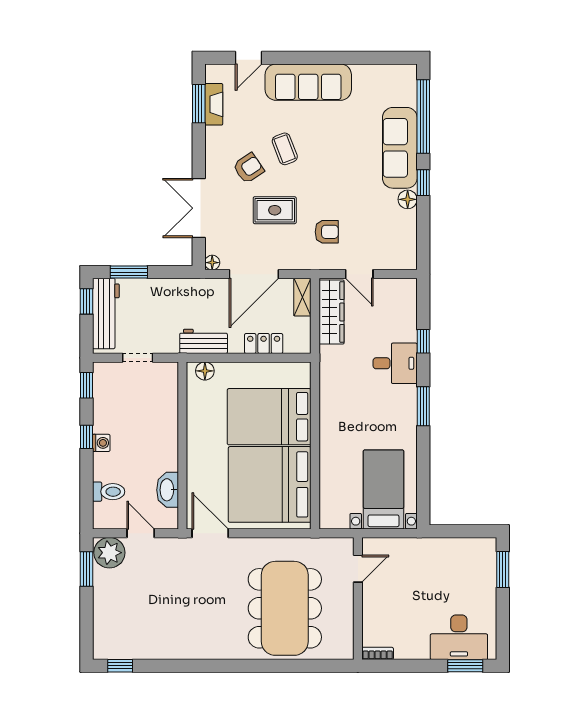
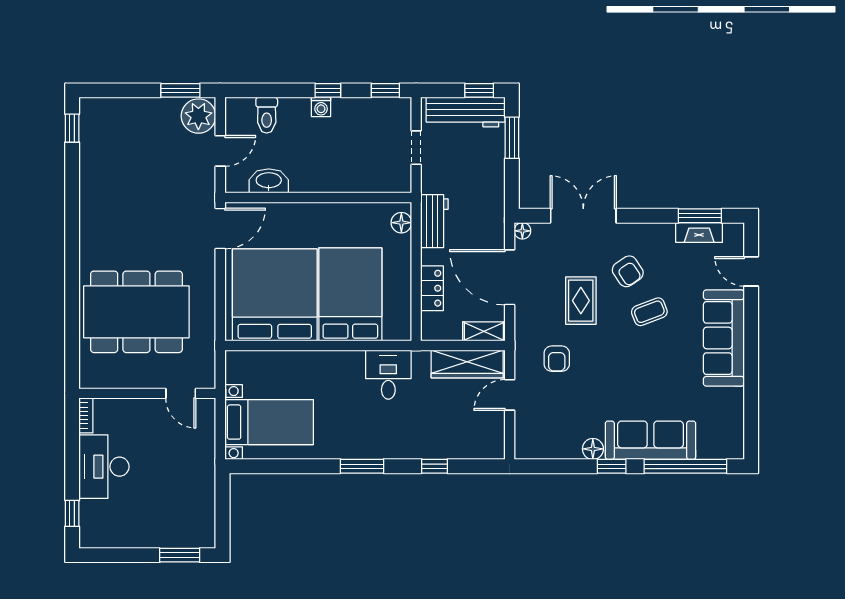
desk: (395, 363) -> (388, 375), moved, turned 180
desk: (459, 637) -> (104, 467), moved
window: (465, 666) -> (72, 513), width x0.67

